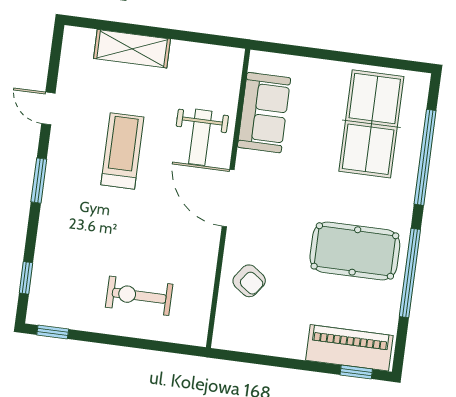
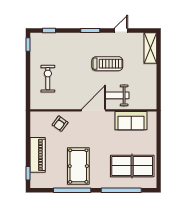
shelving: (132, 49) -> (150, 48), moved
piano: (349, 348) -> (38, 155), moved

